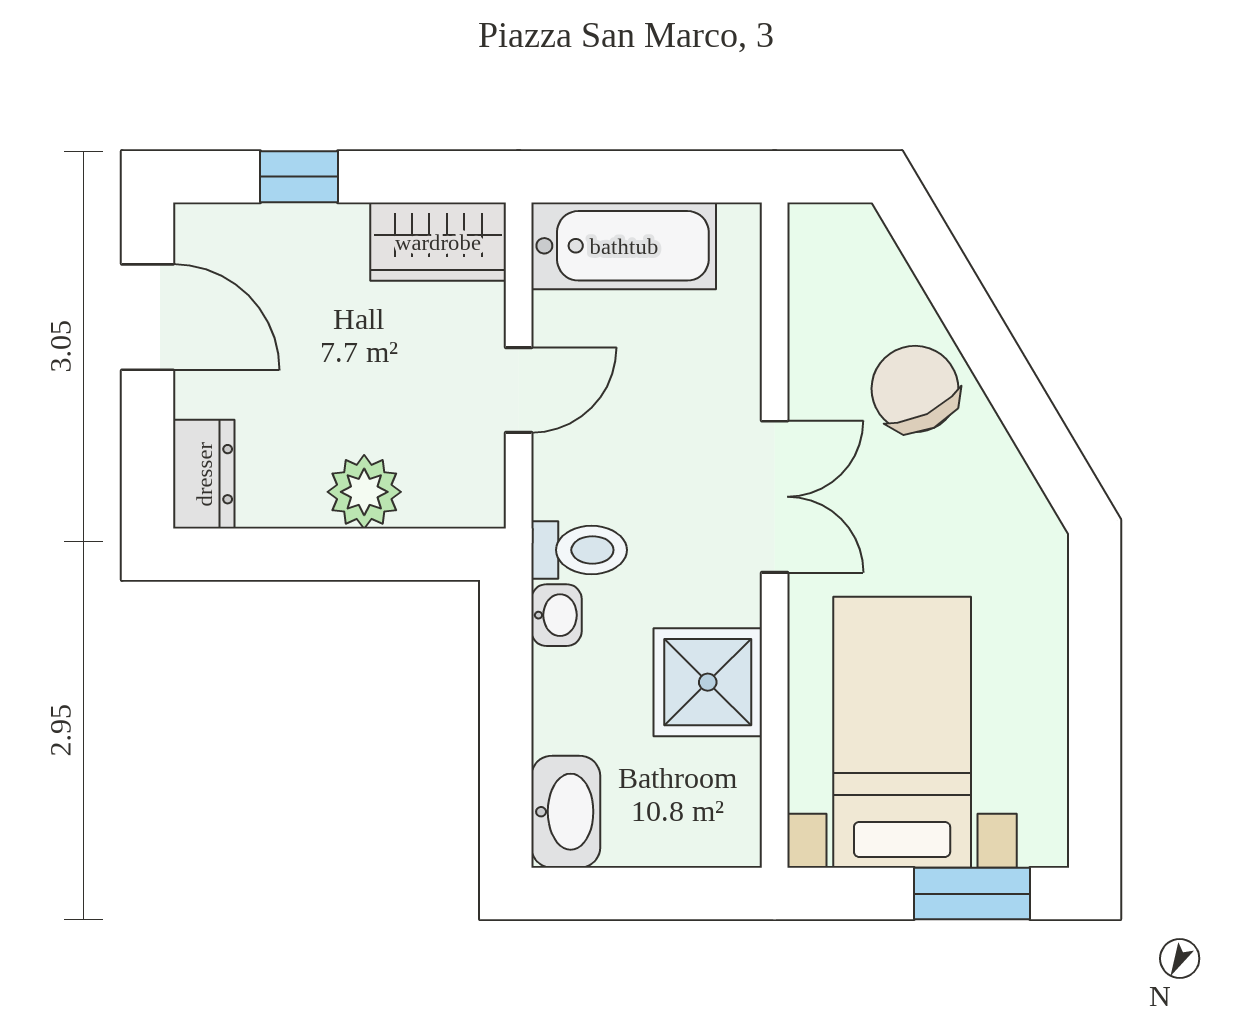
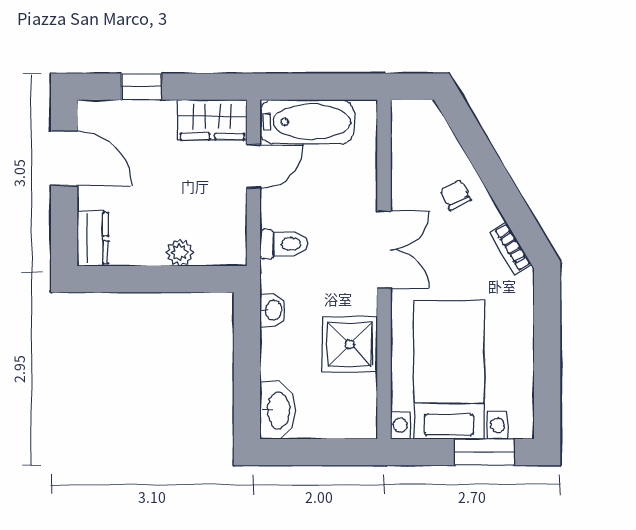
chair: (915, 389) -> (456, 195), width x0.54, depth x0.54
door: (519, 390) -> (253, 167), moved
plant: (364, 492) -> (180, 252), width x0.73, depth x0.73
bookcase: (1023, 494) -> (511, 248), added
toilet: (579, 550) -> (284, 244), moved

